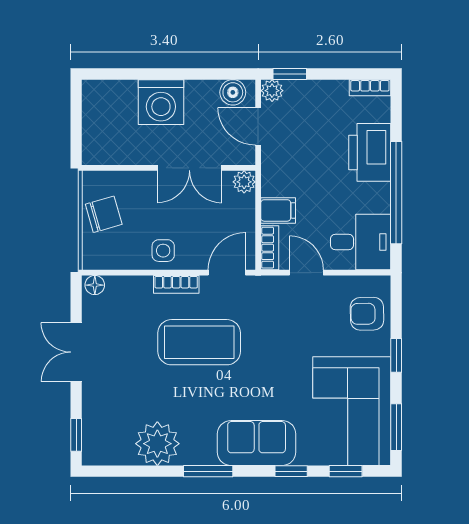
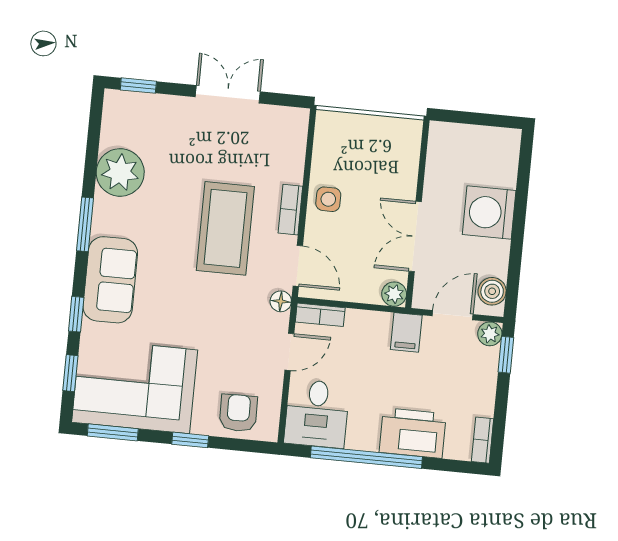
filing cabinet: (278, 210) -> (406, 332), moved
chair: (104, 214) -> (374, 139), removed
floor lamp: (95, 285) -> (281, 301), moved

